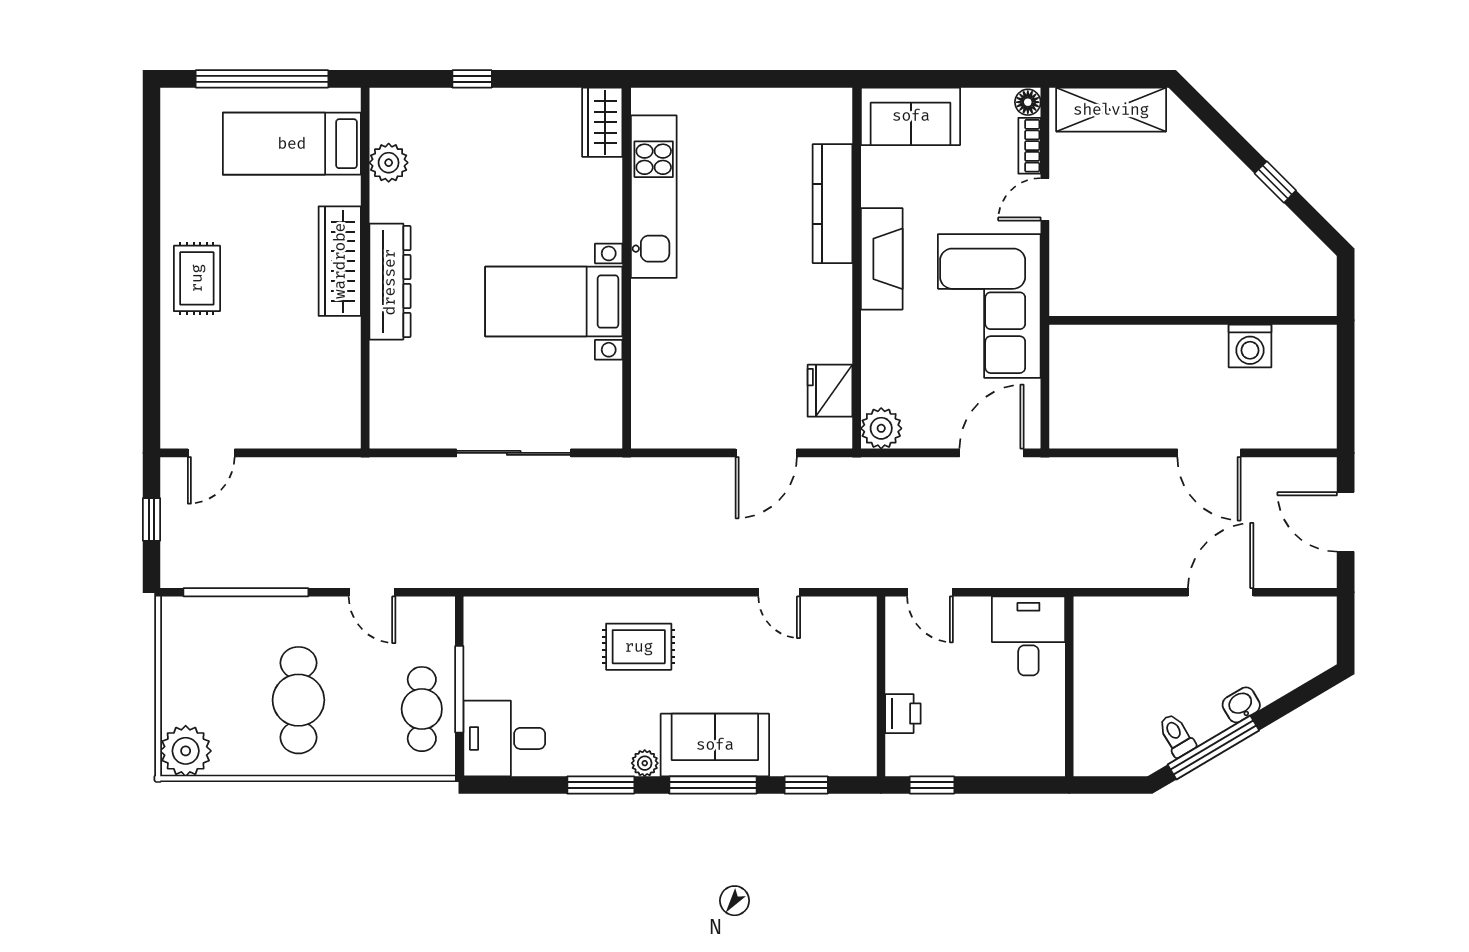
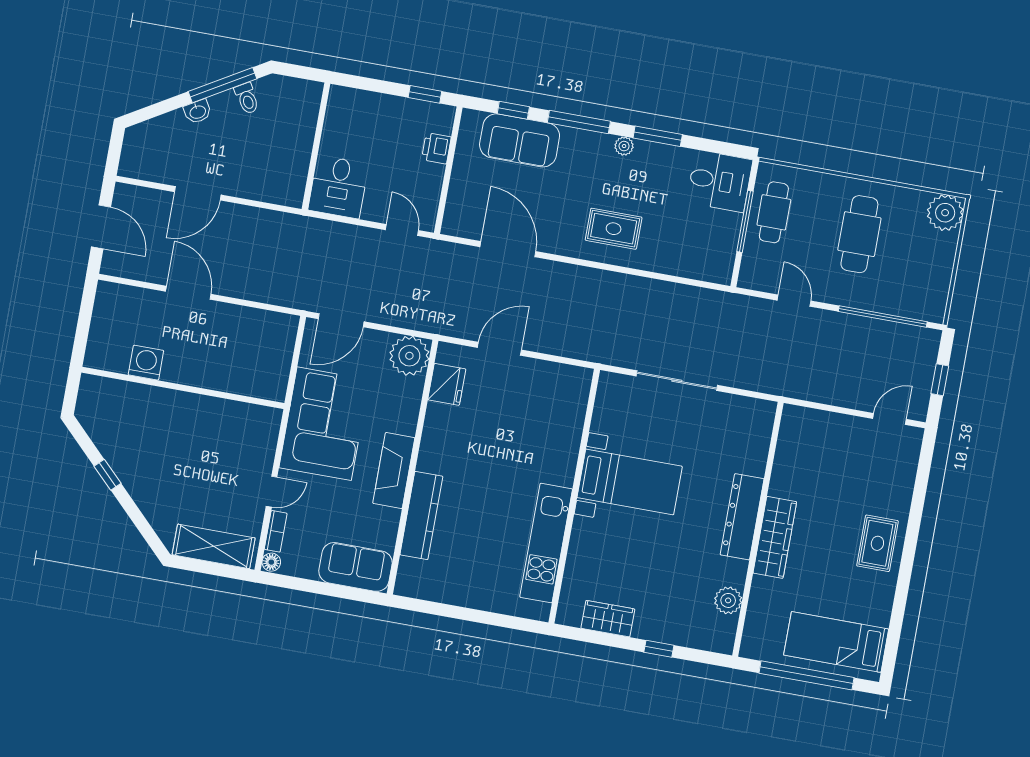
wardrobe: (602, 122) -> (608, 619), moved, turned -90
bed: (292, 144) -> (836, 642), moved, turned 180
plant: (881, 428) -> (409, 356), width x1.36, depth x1.36
door: (779, 592) -> (508, 249), width x1.88
sofa: (715, 745) -> (520, 140), moved

